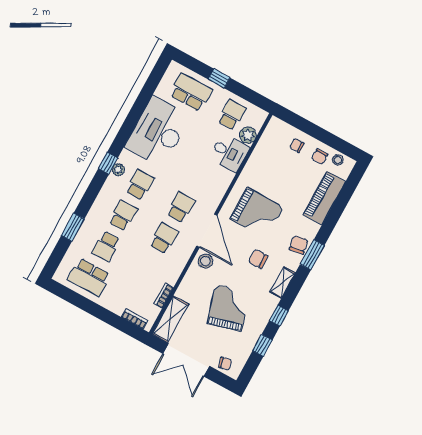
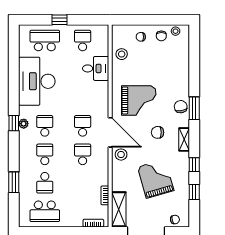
plant: (248, 135) -> (102, 49), removed
stool: (266, 153) -> (122, 54), added
piano: (324, 198) -> (181, 63), removed

